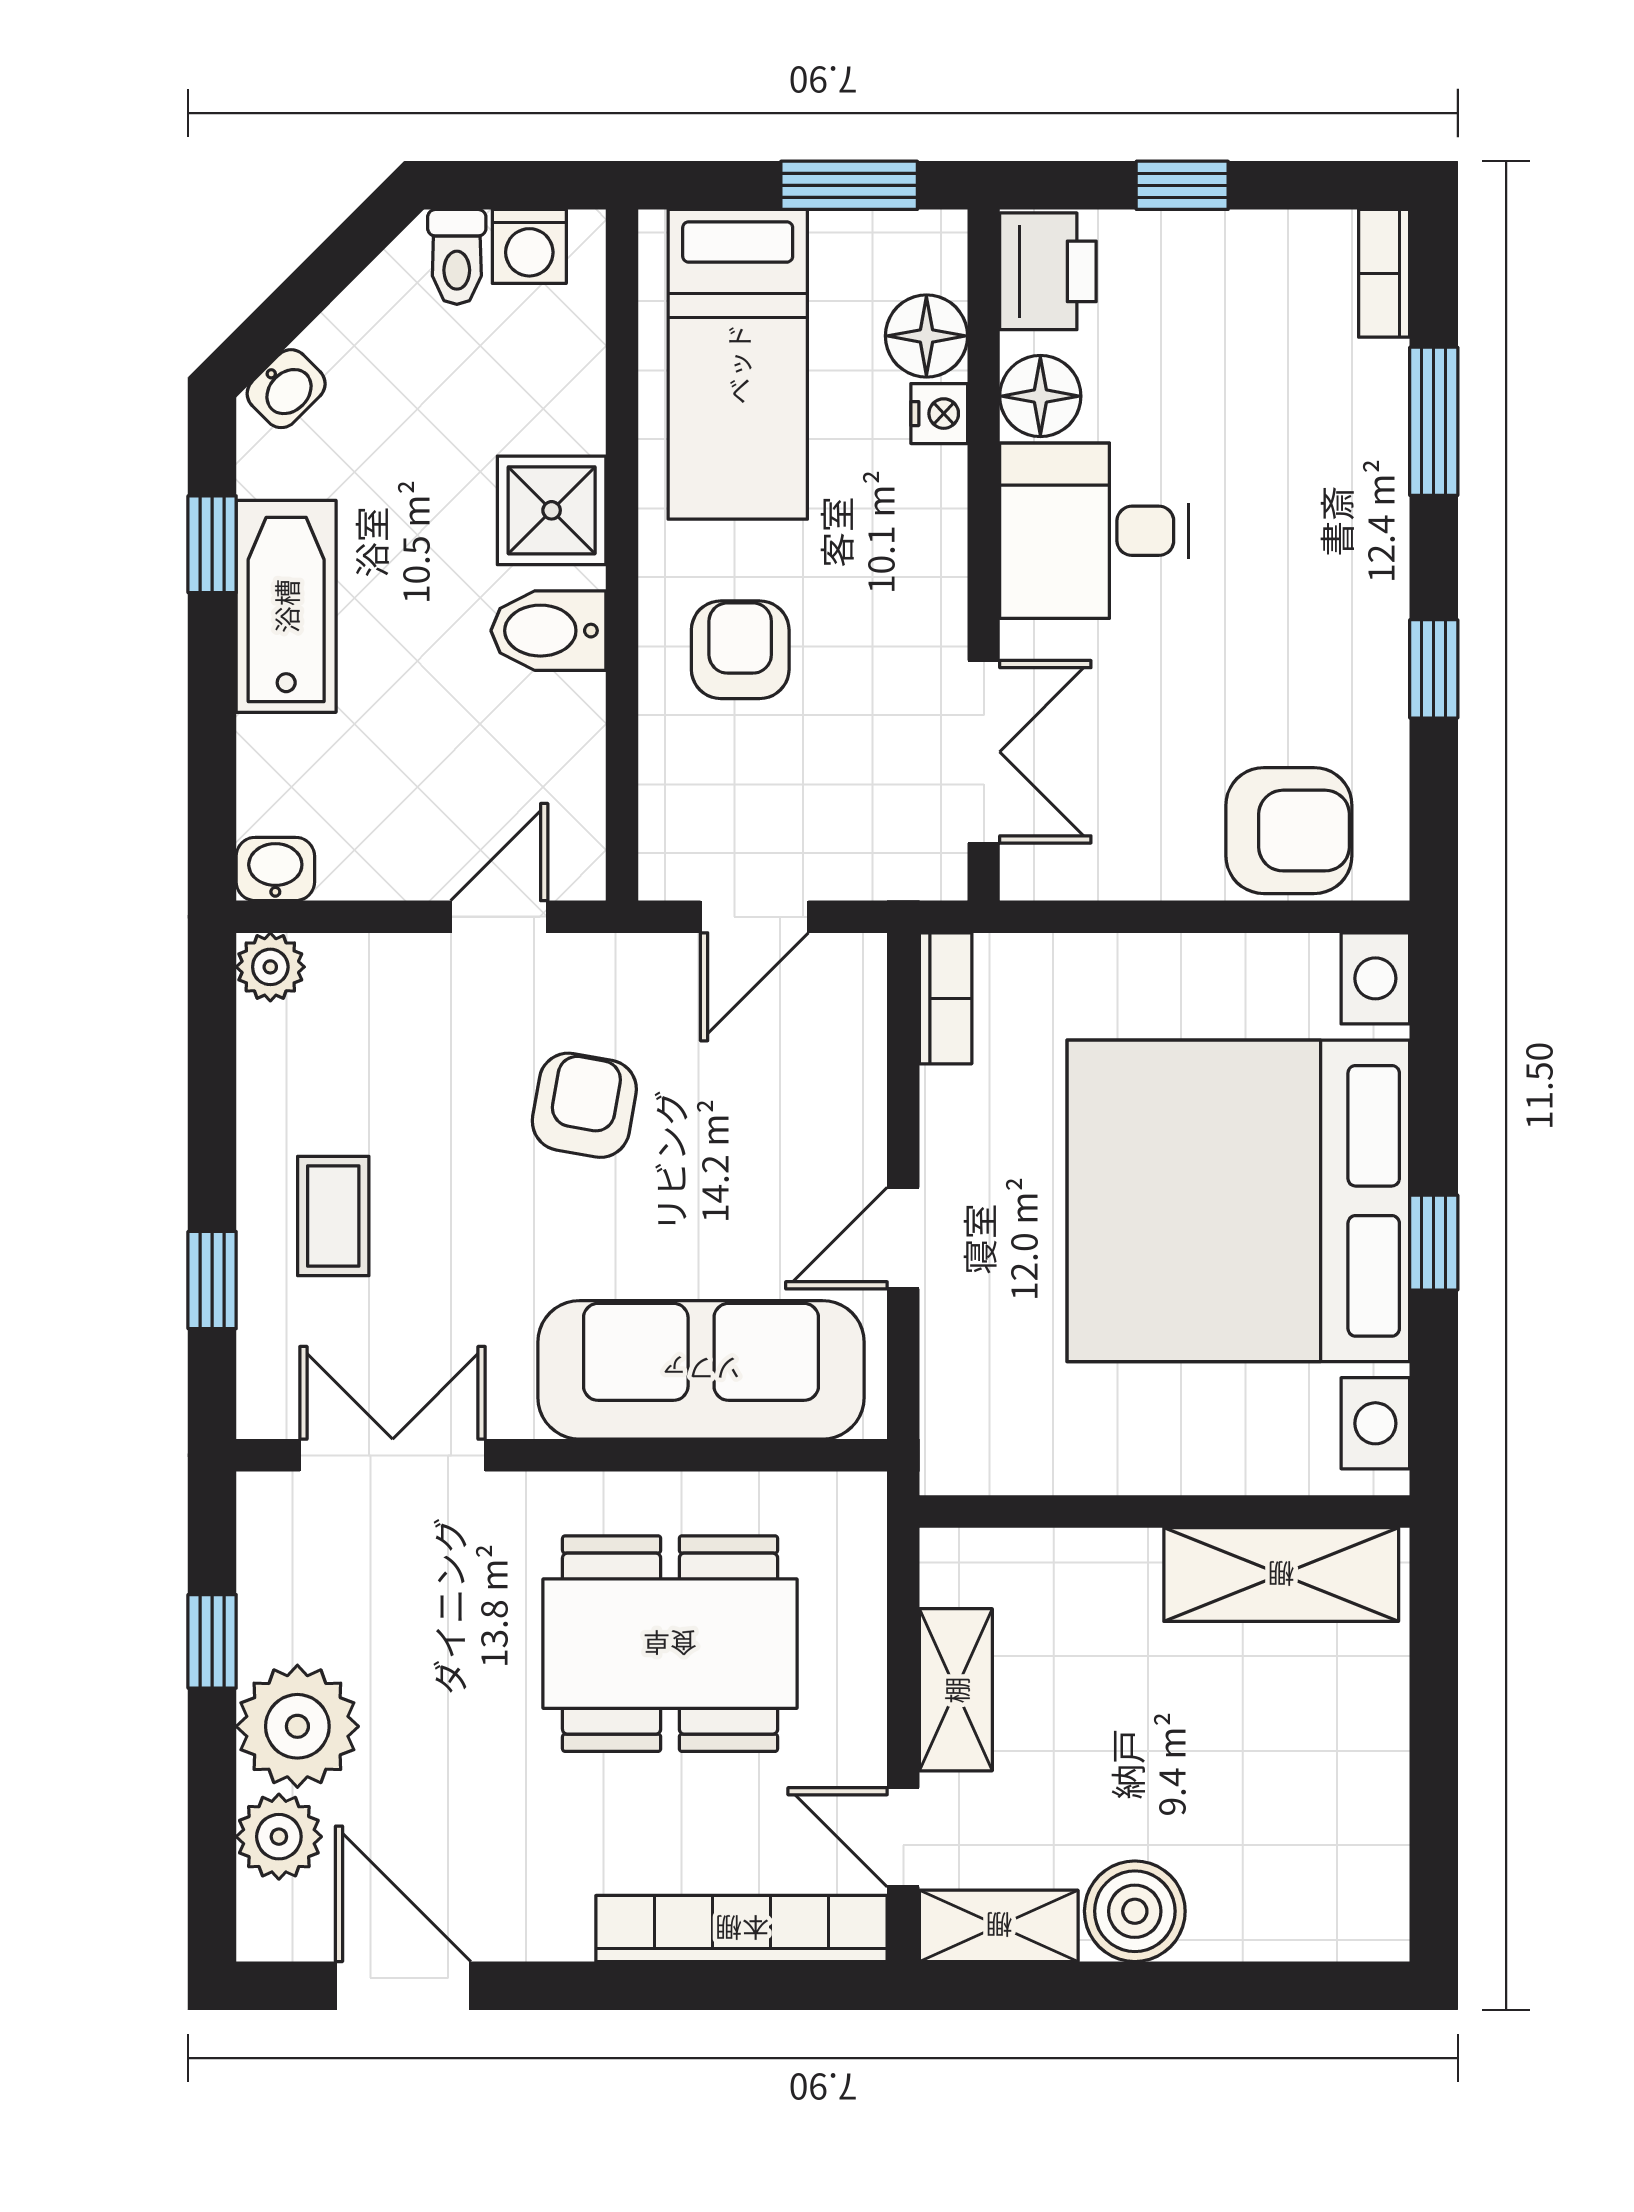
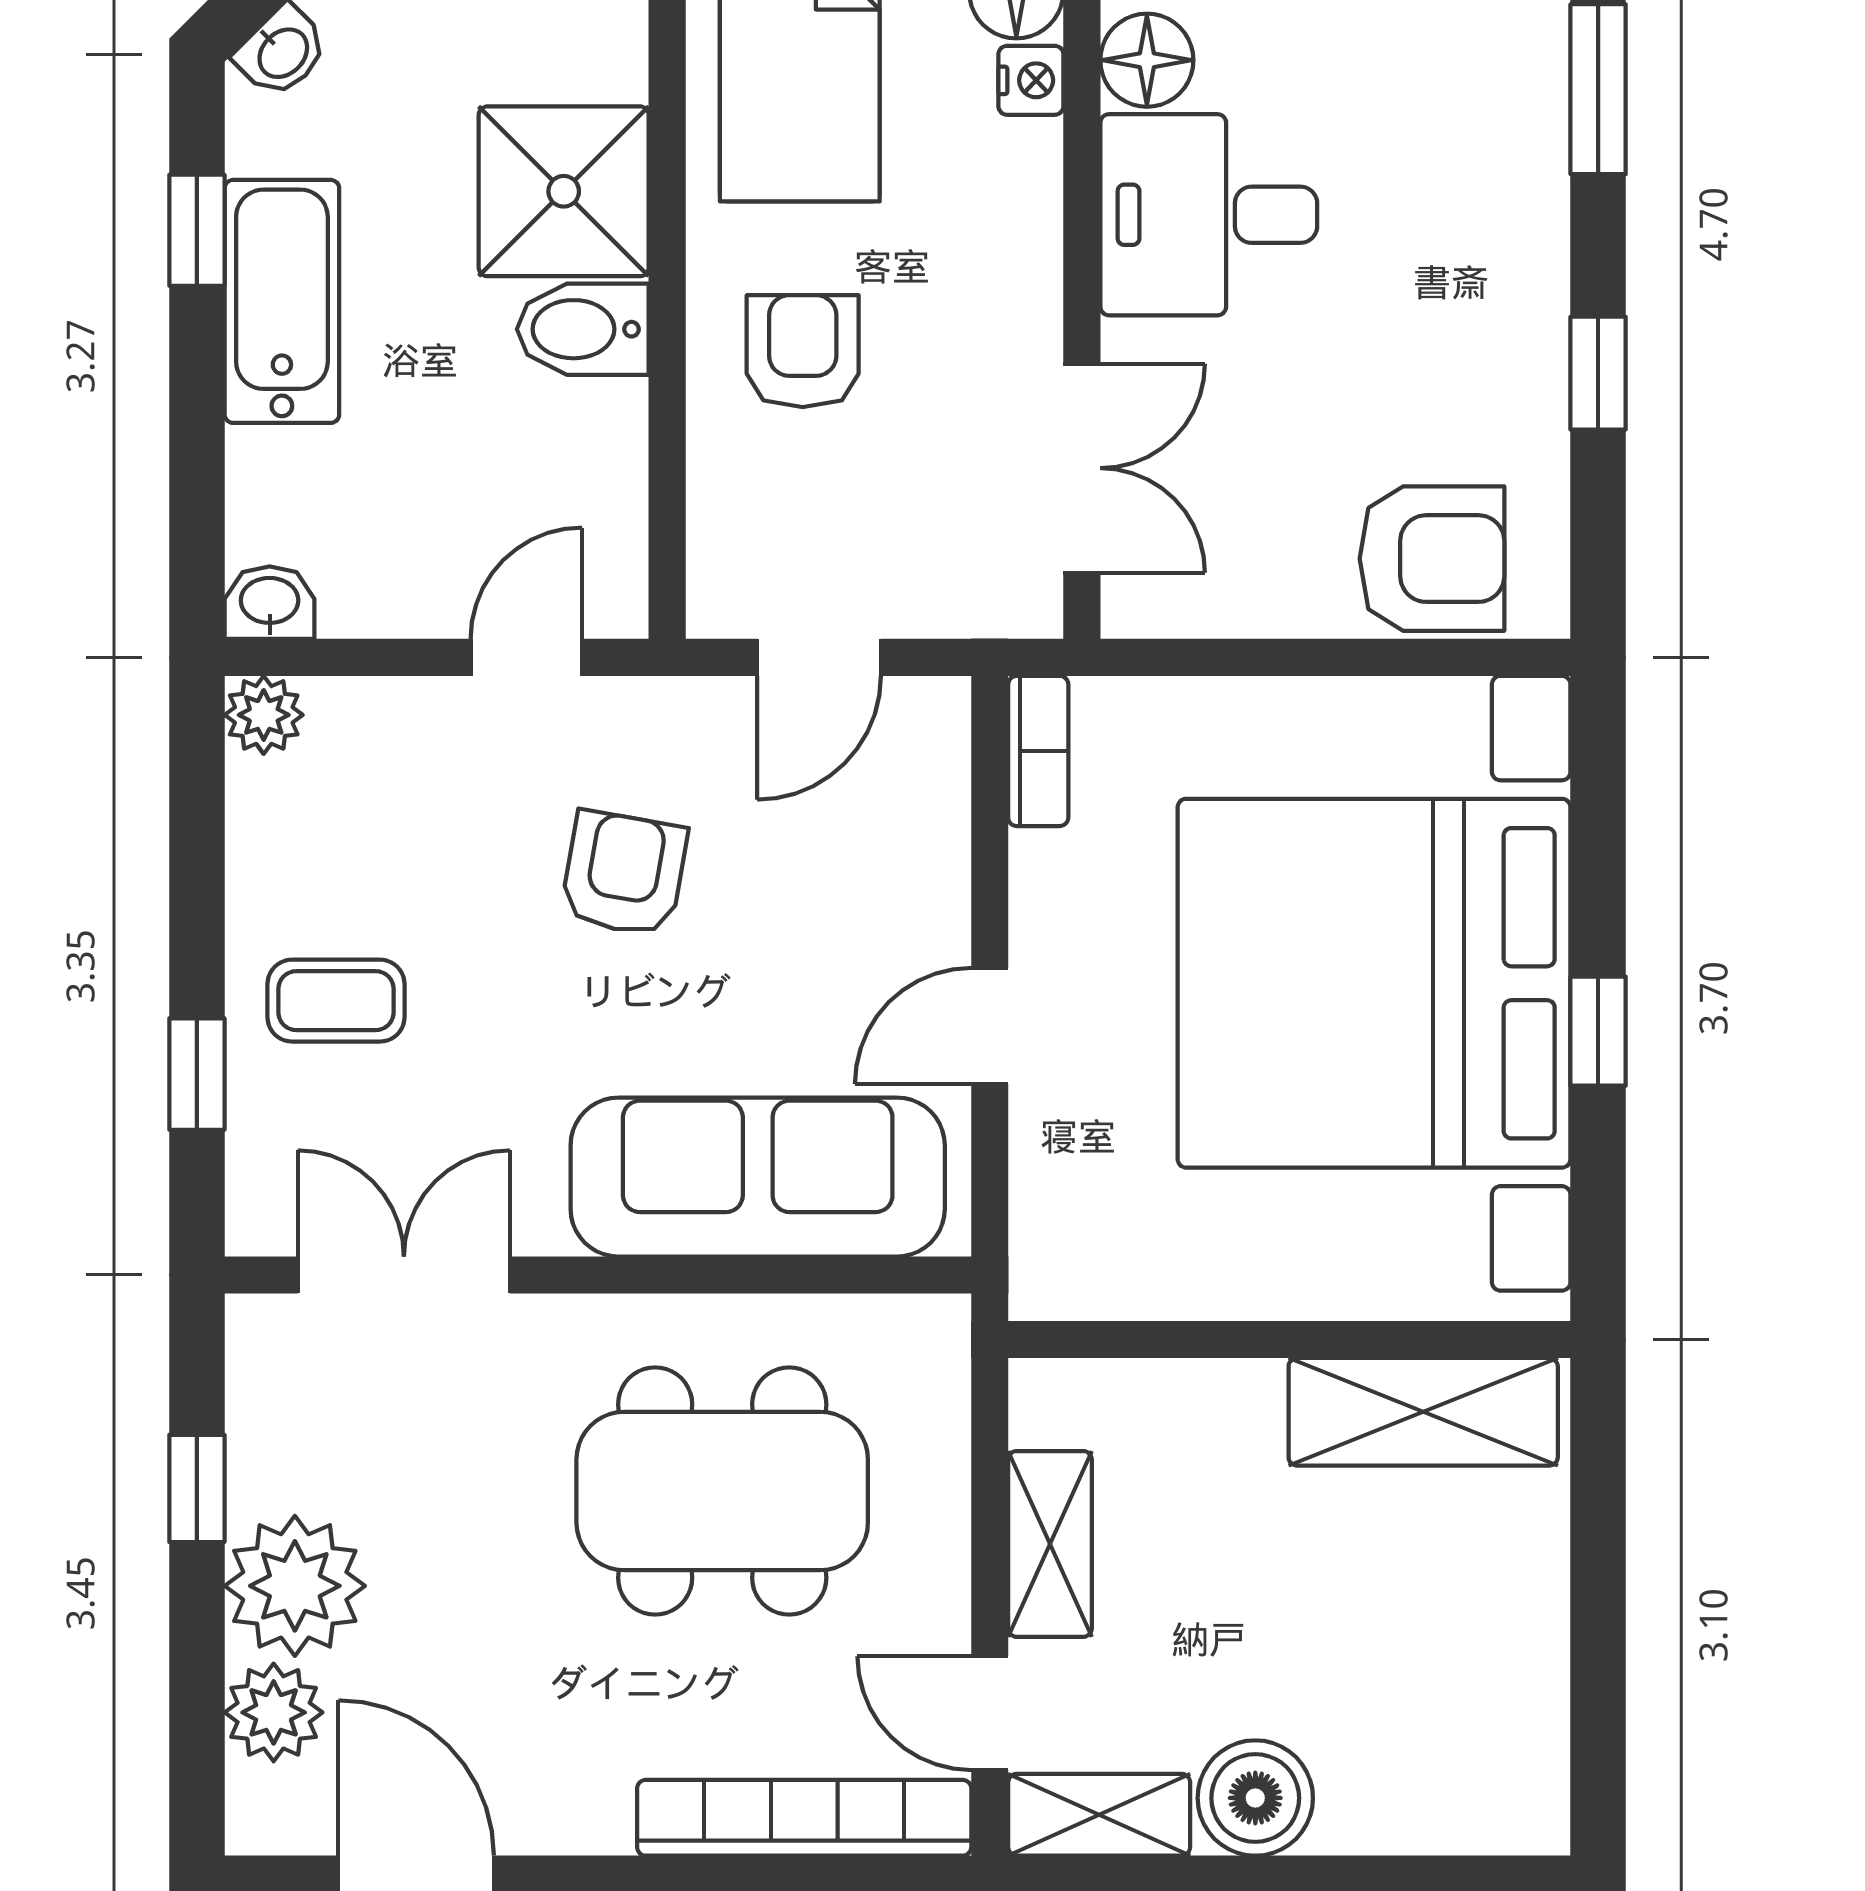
shower: (552, 510) -> (564, 191), width x1.36, depth x1.36
coffee table: (333, 1216) -> (336, 1001), turned 90

